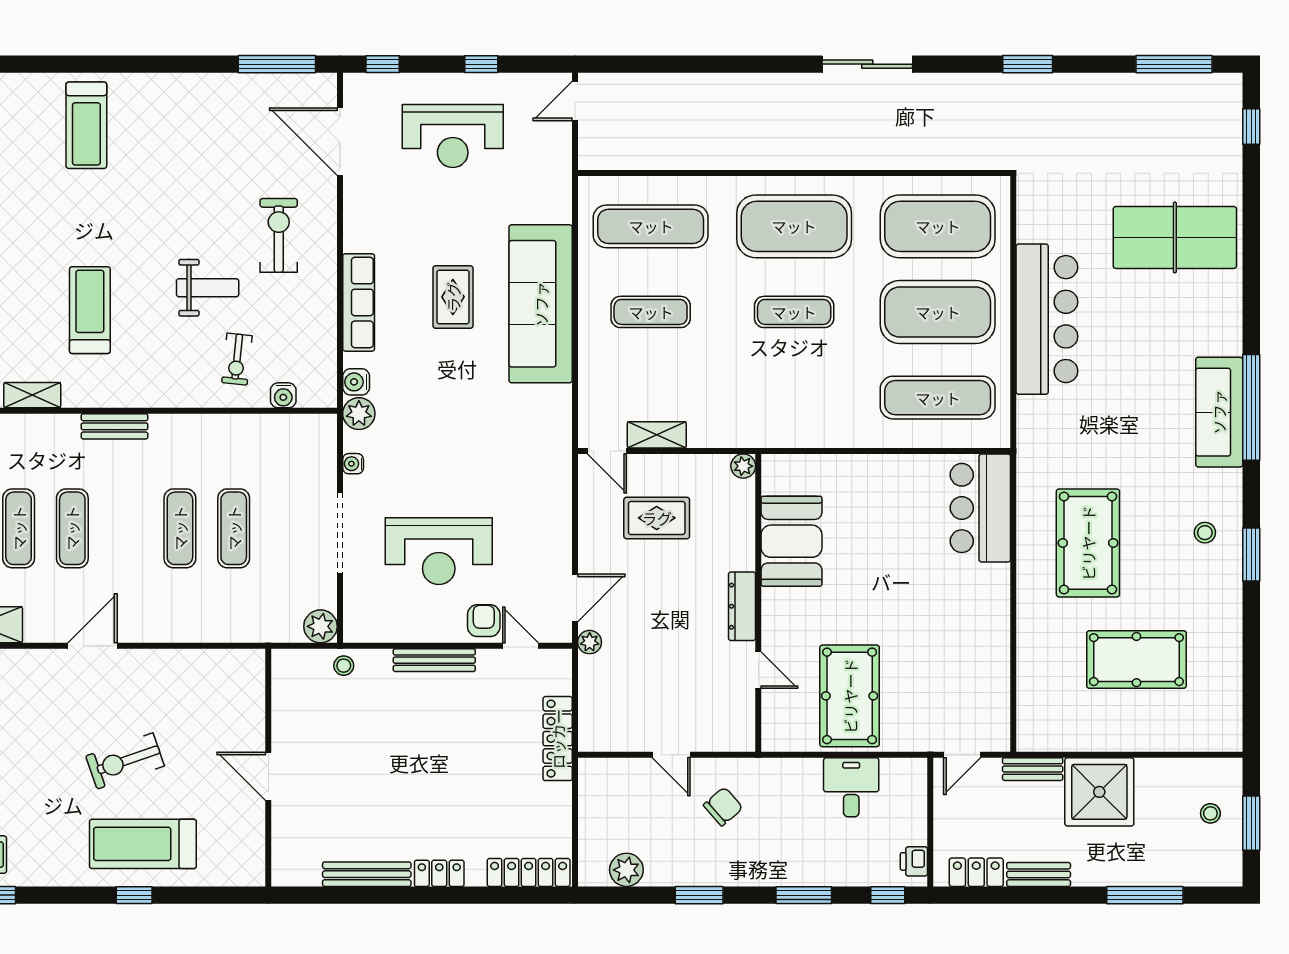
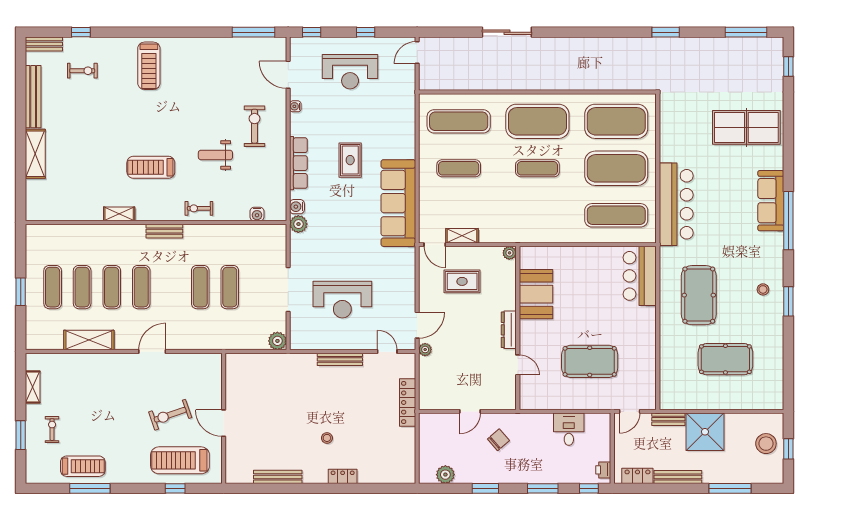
sliding door: (867, 64) -> (507, 32), moved
door: (340, 142) -> (288, 75), width x0.73
weight bench: (208, 288) -> (215, 155), turned 180
sofa: (541, 304) -> (398, 203), moved
treadmill: (90, 310) -> (151, 167), turned -90
bar counter: (1047, 319) -> (676, 204), moved
exercise bike: (237, 359) -> (199, 208), moved, turned 84
sofa: (1219, 412) -> (771, 201), moved
water cooler: (353, 464) -> (295, 106), moved
armchair: (484, 621) -> (367, 338), removed
stool: (344, 666) -> (327, 438), moved
pool table: (850, 696) -> (590, 361), moved, turned 90
door: (671, 755) -> (470, 411), hinge flipped
wall: (268, 768) -> (224, 418), moved
door: (268, 776) -> (224, 423), moved
stool: (1210, 813) -> (766, 444), width x1.89, depth x1.89
window: (1251, 823) -> (788, 449), width x0.67
locker: (529, 872) -> (392, 476), removed
bench: (367, 874) -> (278, 477), moved
bench: (1039, 874) -> (678, 477), width x1.36

